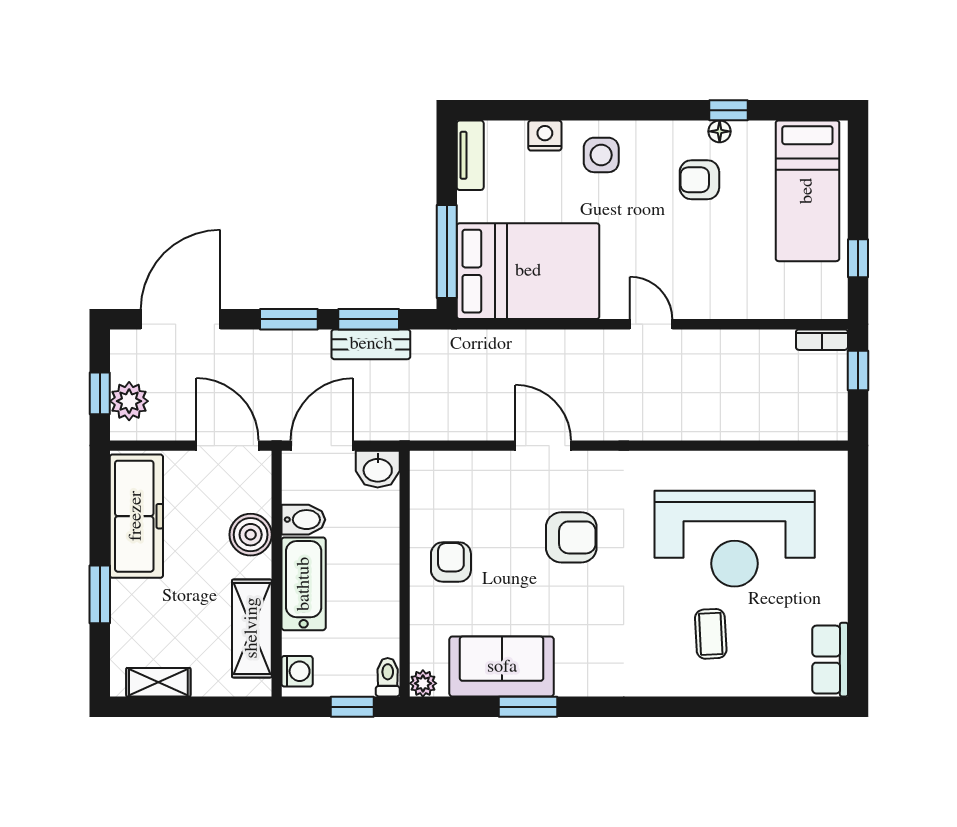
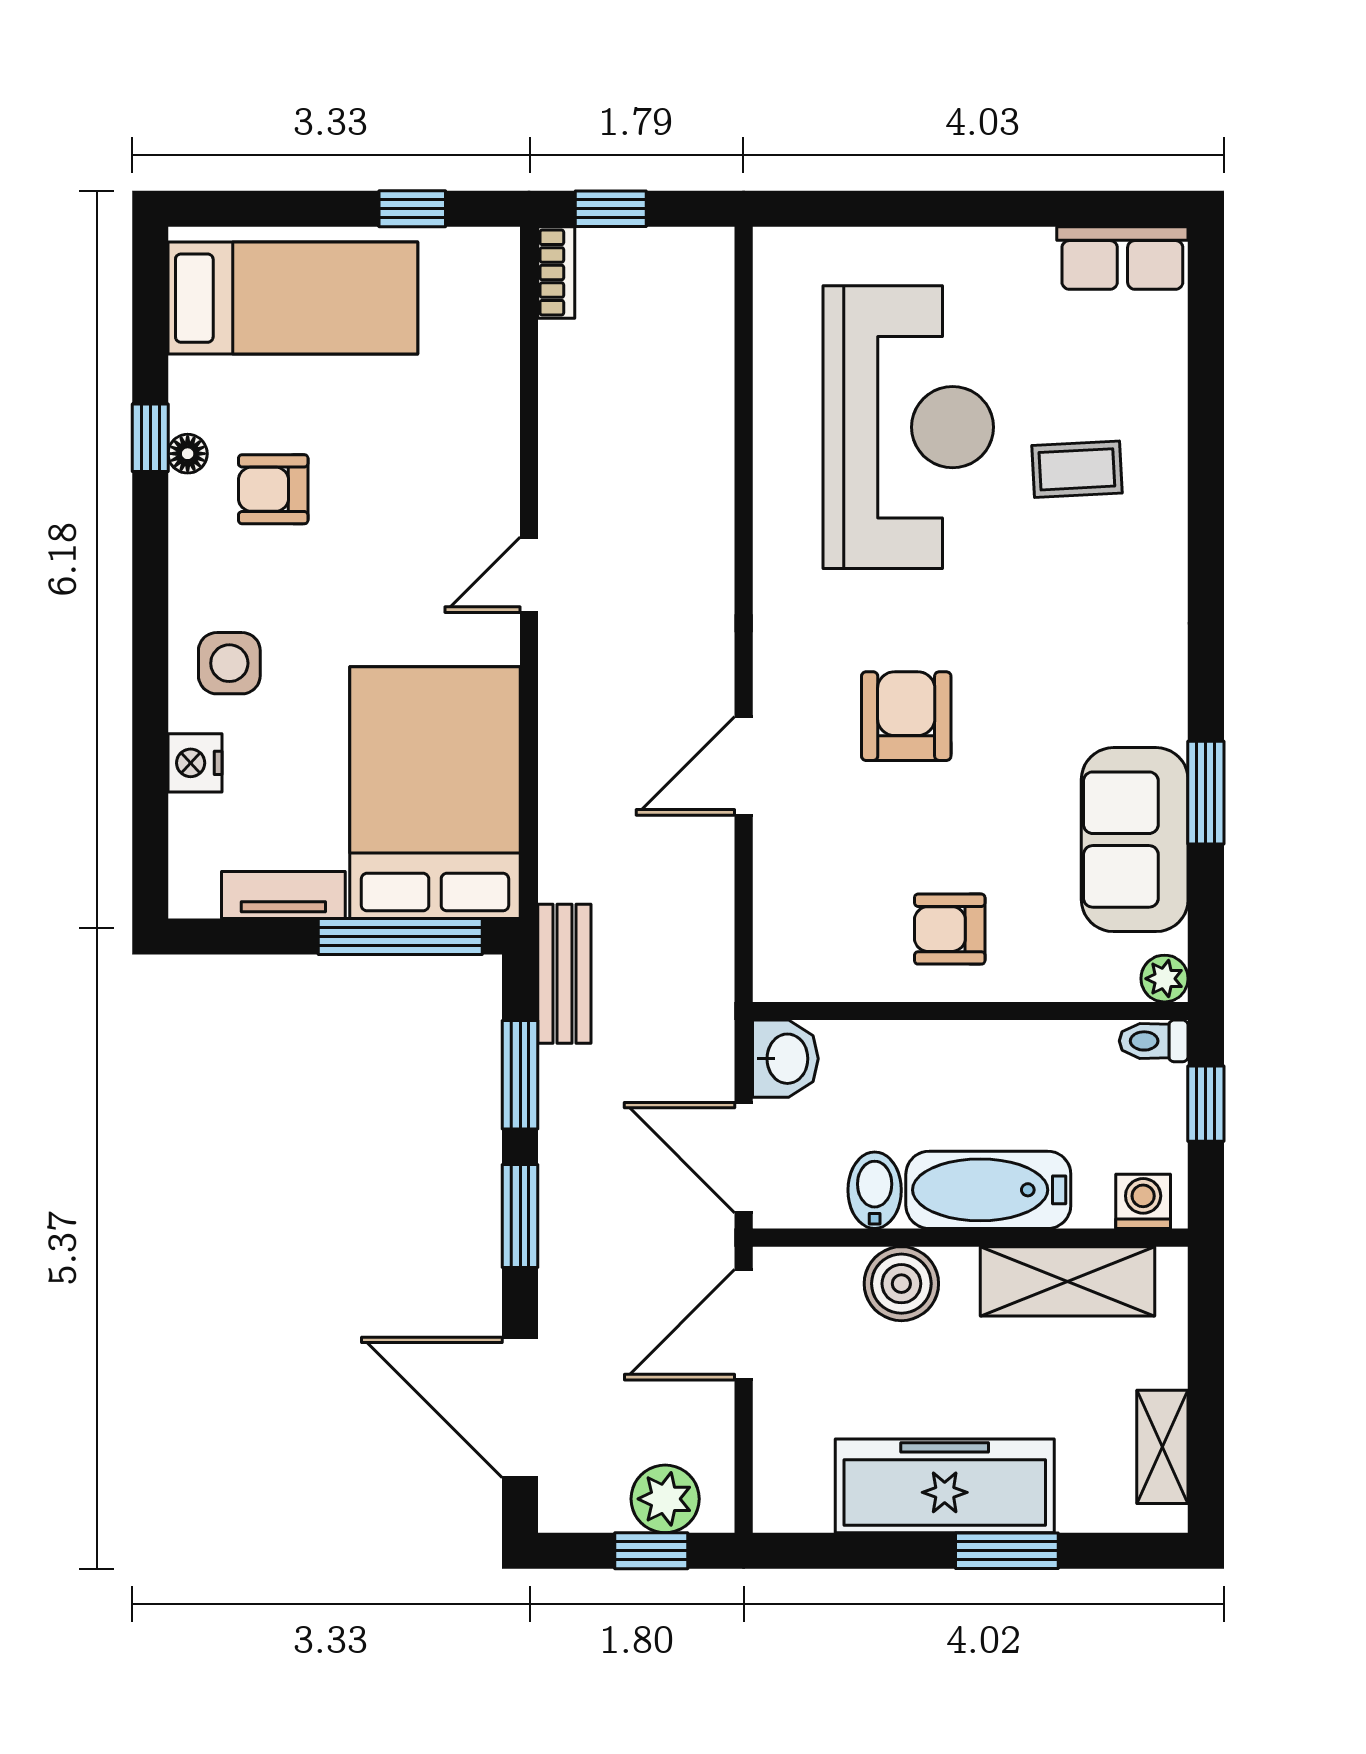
tv unit: (470, 155) -> (283, 895), moved
armchair: (699, 180) -> (273, 489), turned 90
bench: (371, 344) -> (564, 974), moved
freezer: (136, 516) -> (945, 1486), moved

